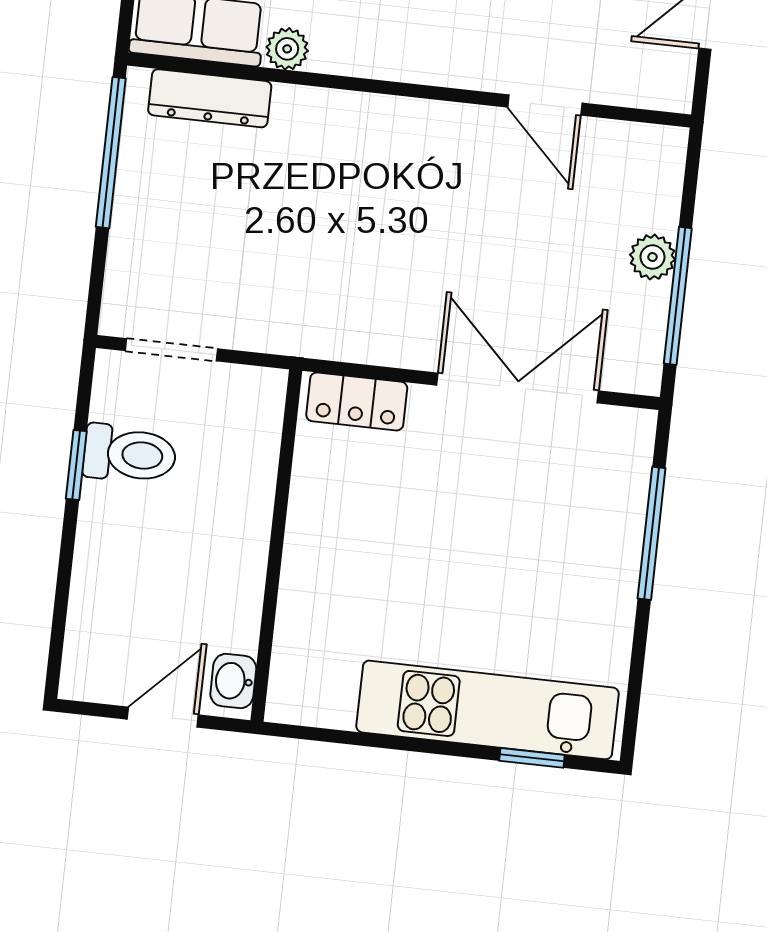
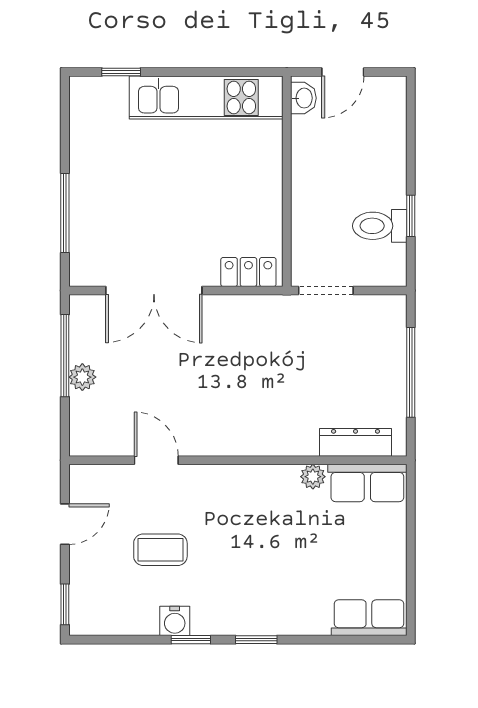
window: (111, 153) -> (411, 372), moved
doorway: (172, 350) -> (326, 291), moved
kitchen unit: (487, 710) -> (206, 97), moved

